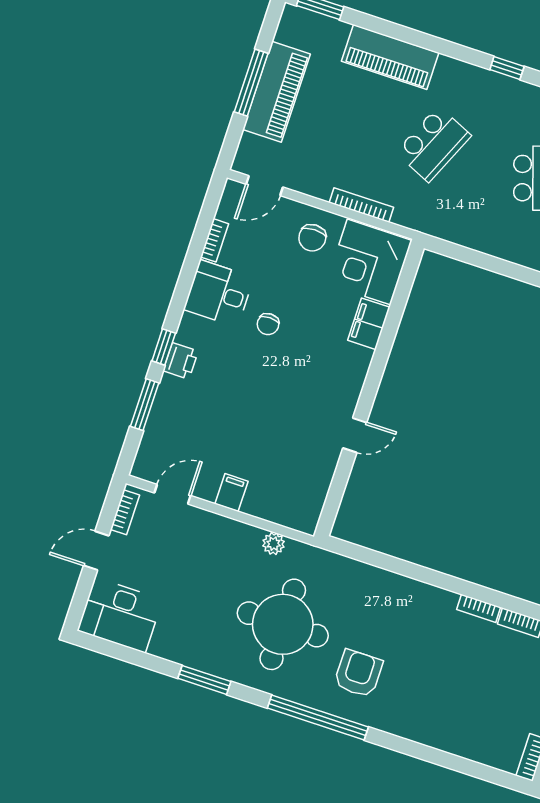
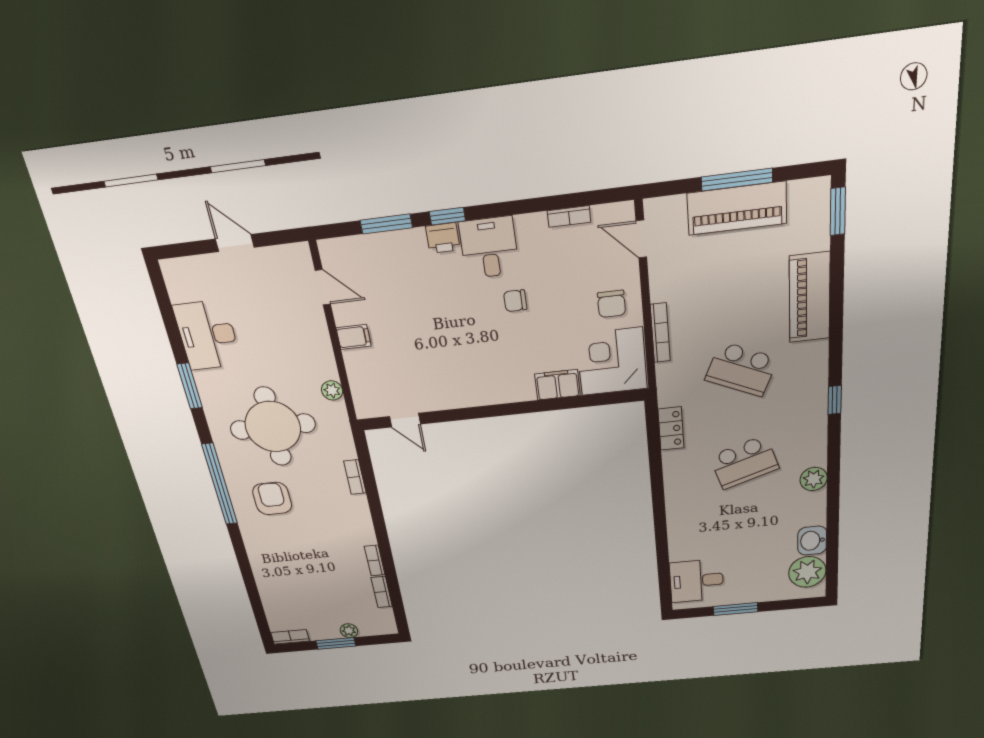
locker: (466, 235) -> (671, 429), added
chair: (312, 238) -> (611, 304), turned -90
desk: (219, 293) -> (489, 248), moved
door: (355, 435) -> (405, 420), moved
bookcase: (125, 512) -> (355, 477), moved, turned 90
desk: (120, 615) -> (208, 335), moved
armchair: (358, 673) -> (272, 499), turned -90

